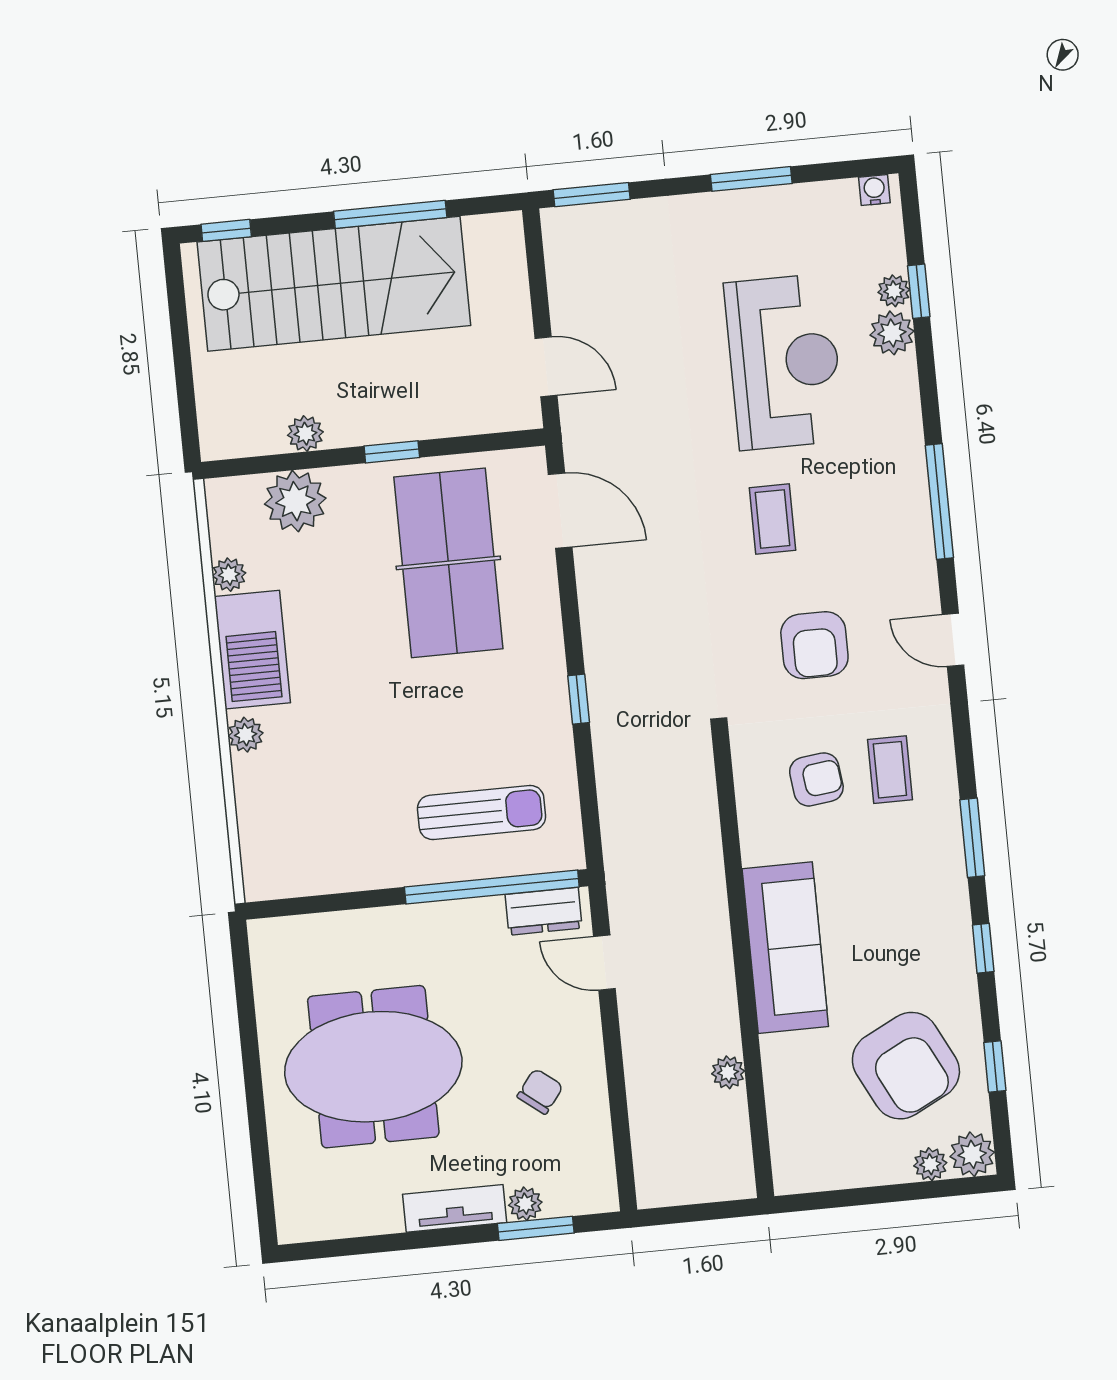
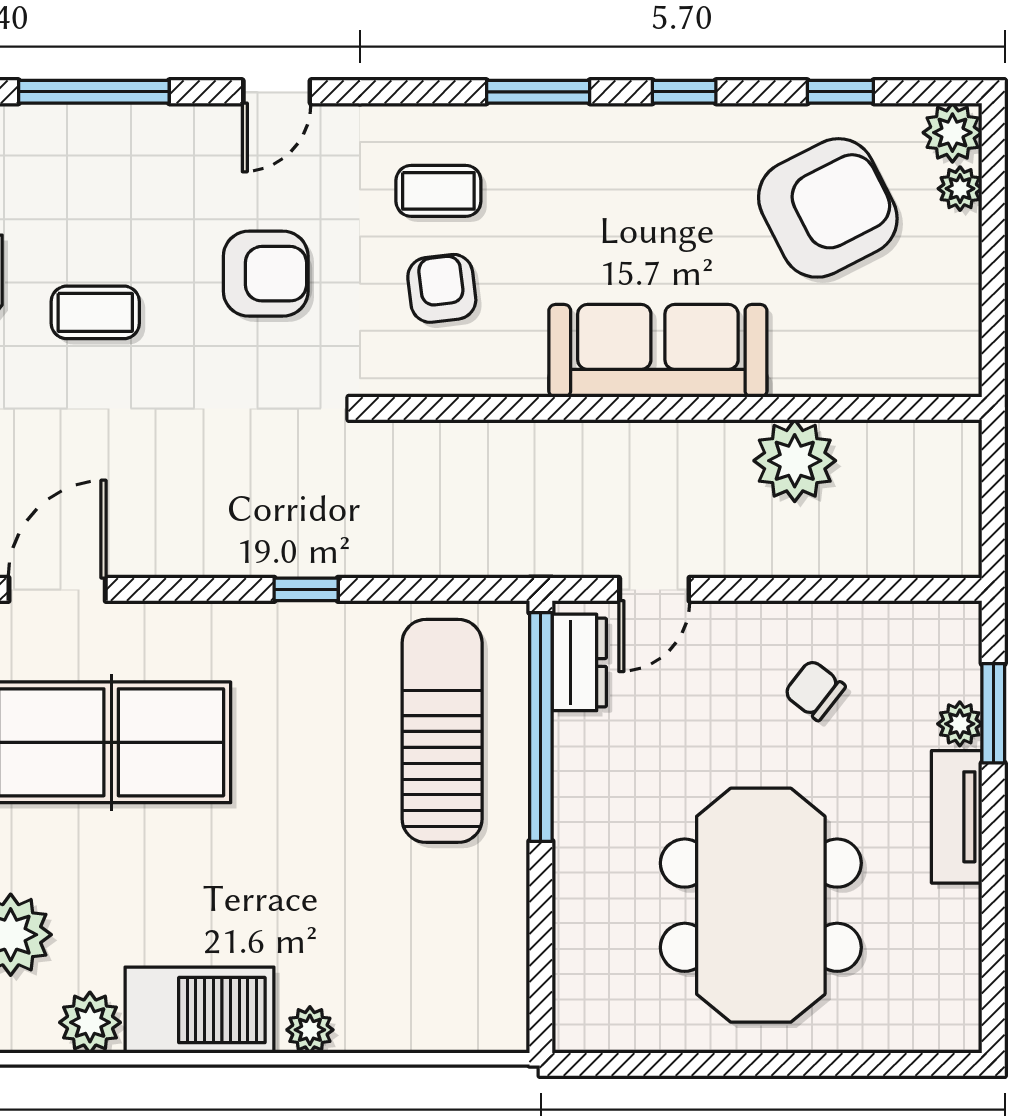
plant: (229, 575) -> (90, 1022), width x1.38, depth x1.38
sun lounger: (482, 813) -> (442, 731), width x1.36, depth x1.34
plant: (728, 1072) -> (795, 461), width x1.87, depth x1.87

